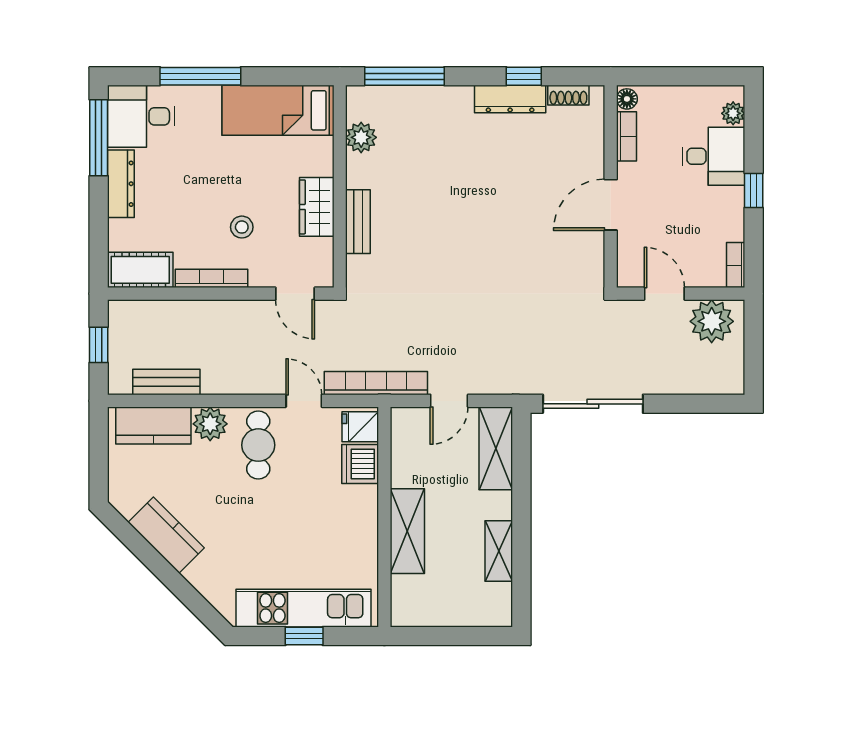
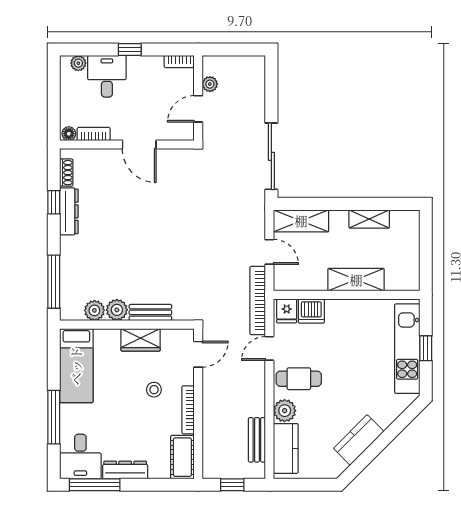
plant: (362, 171) -> (117, 310), added
plant: (712, 321) -> (210, 84), width x0.53, depth x0.53

